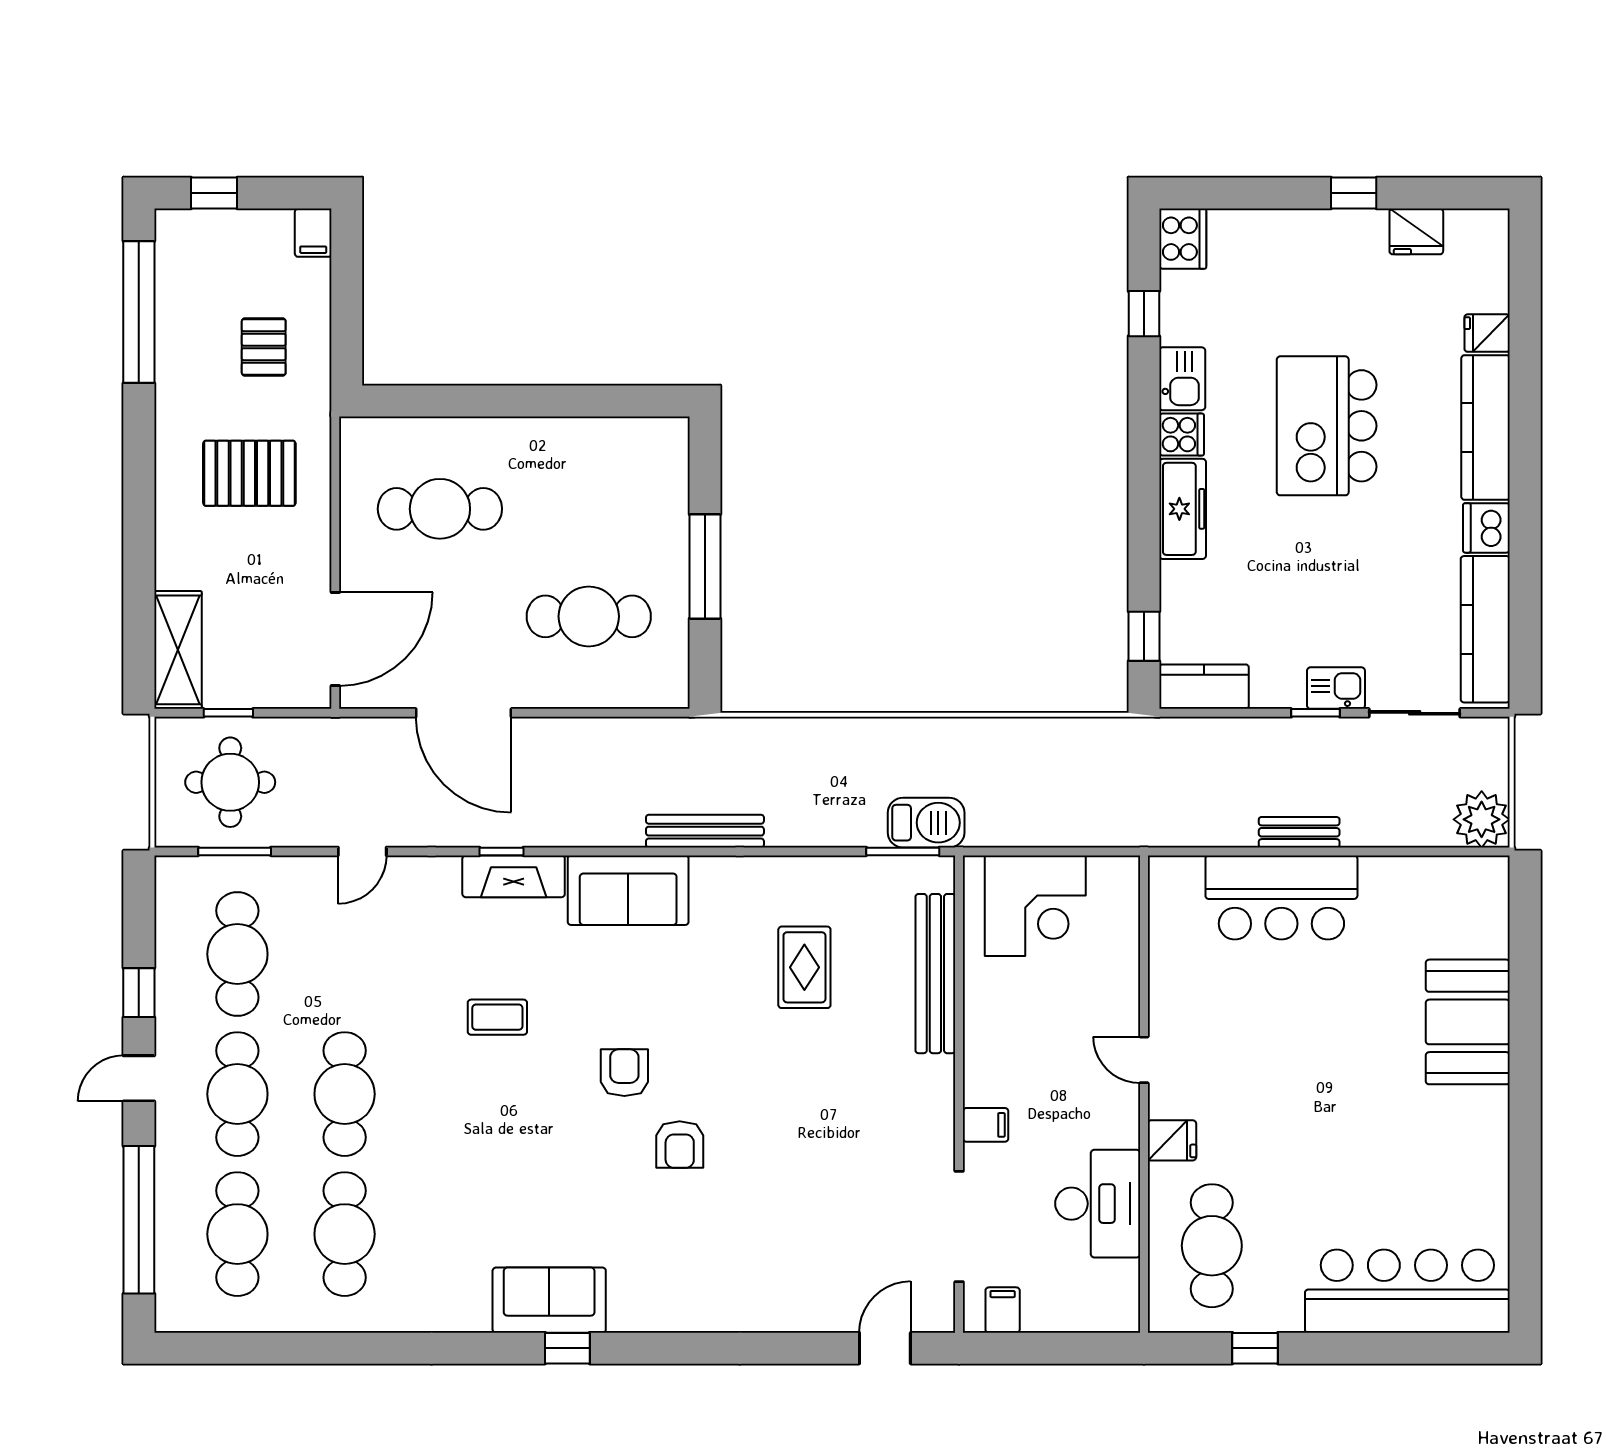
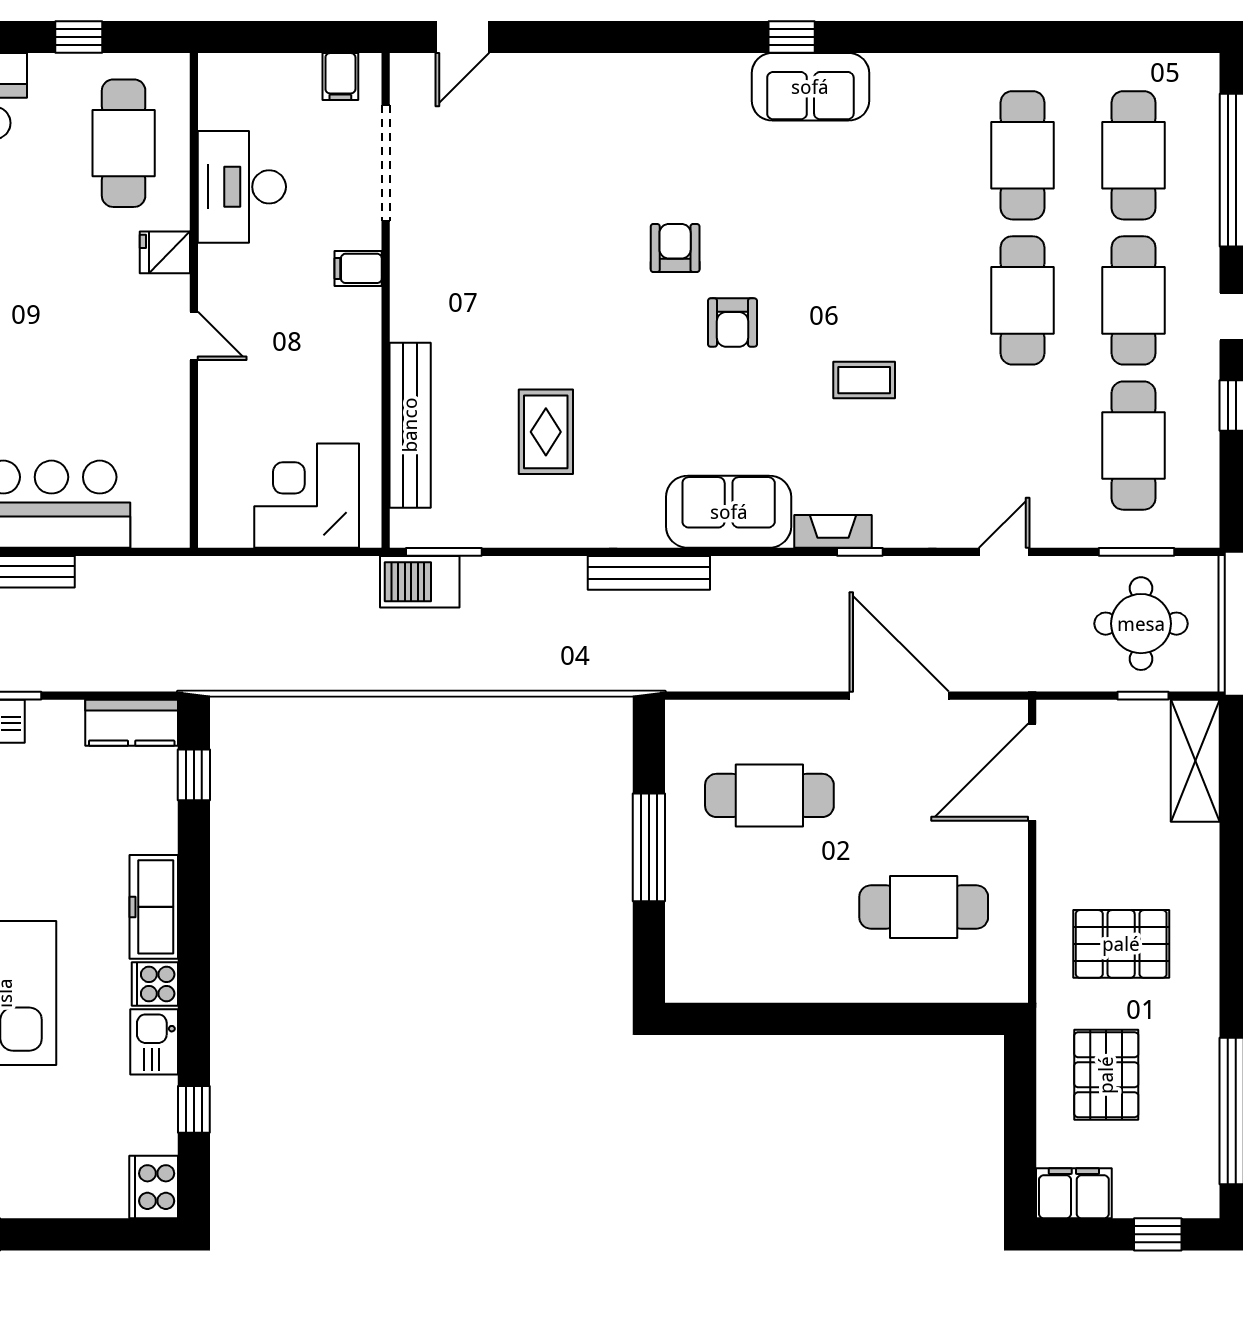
filing cabinet: (313, 233) -> (1074, 1193), width x2.00
pallet: (264, 347) -> (1106, 1075), width x1.50, depth x1.42
fireplace: (514, 876) -> (833, 531), width x0.73, depth x0.76

